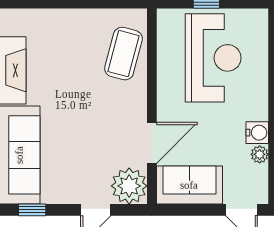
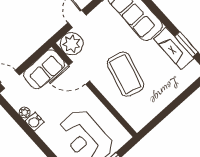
coffee table: (123, 54) -> (125, 74), moved, width x1.36, depth x1.32
door: (152, 143) -> (79, 73), hinge flipped

